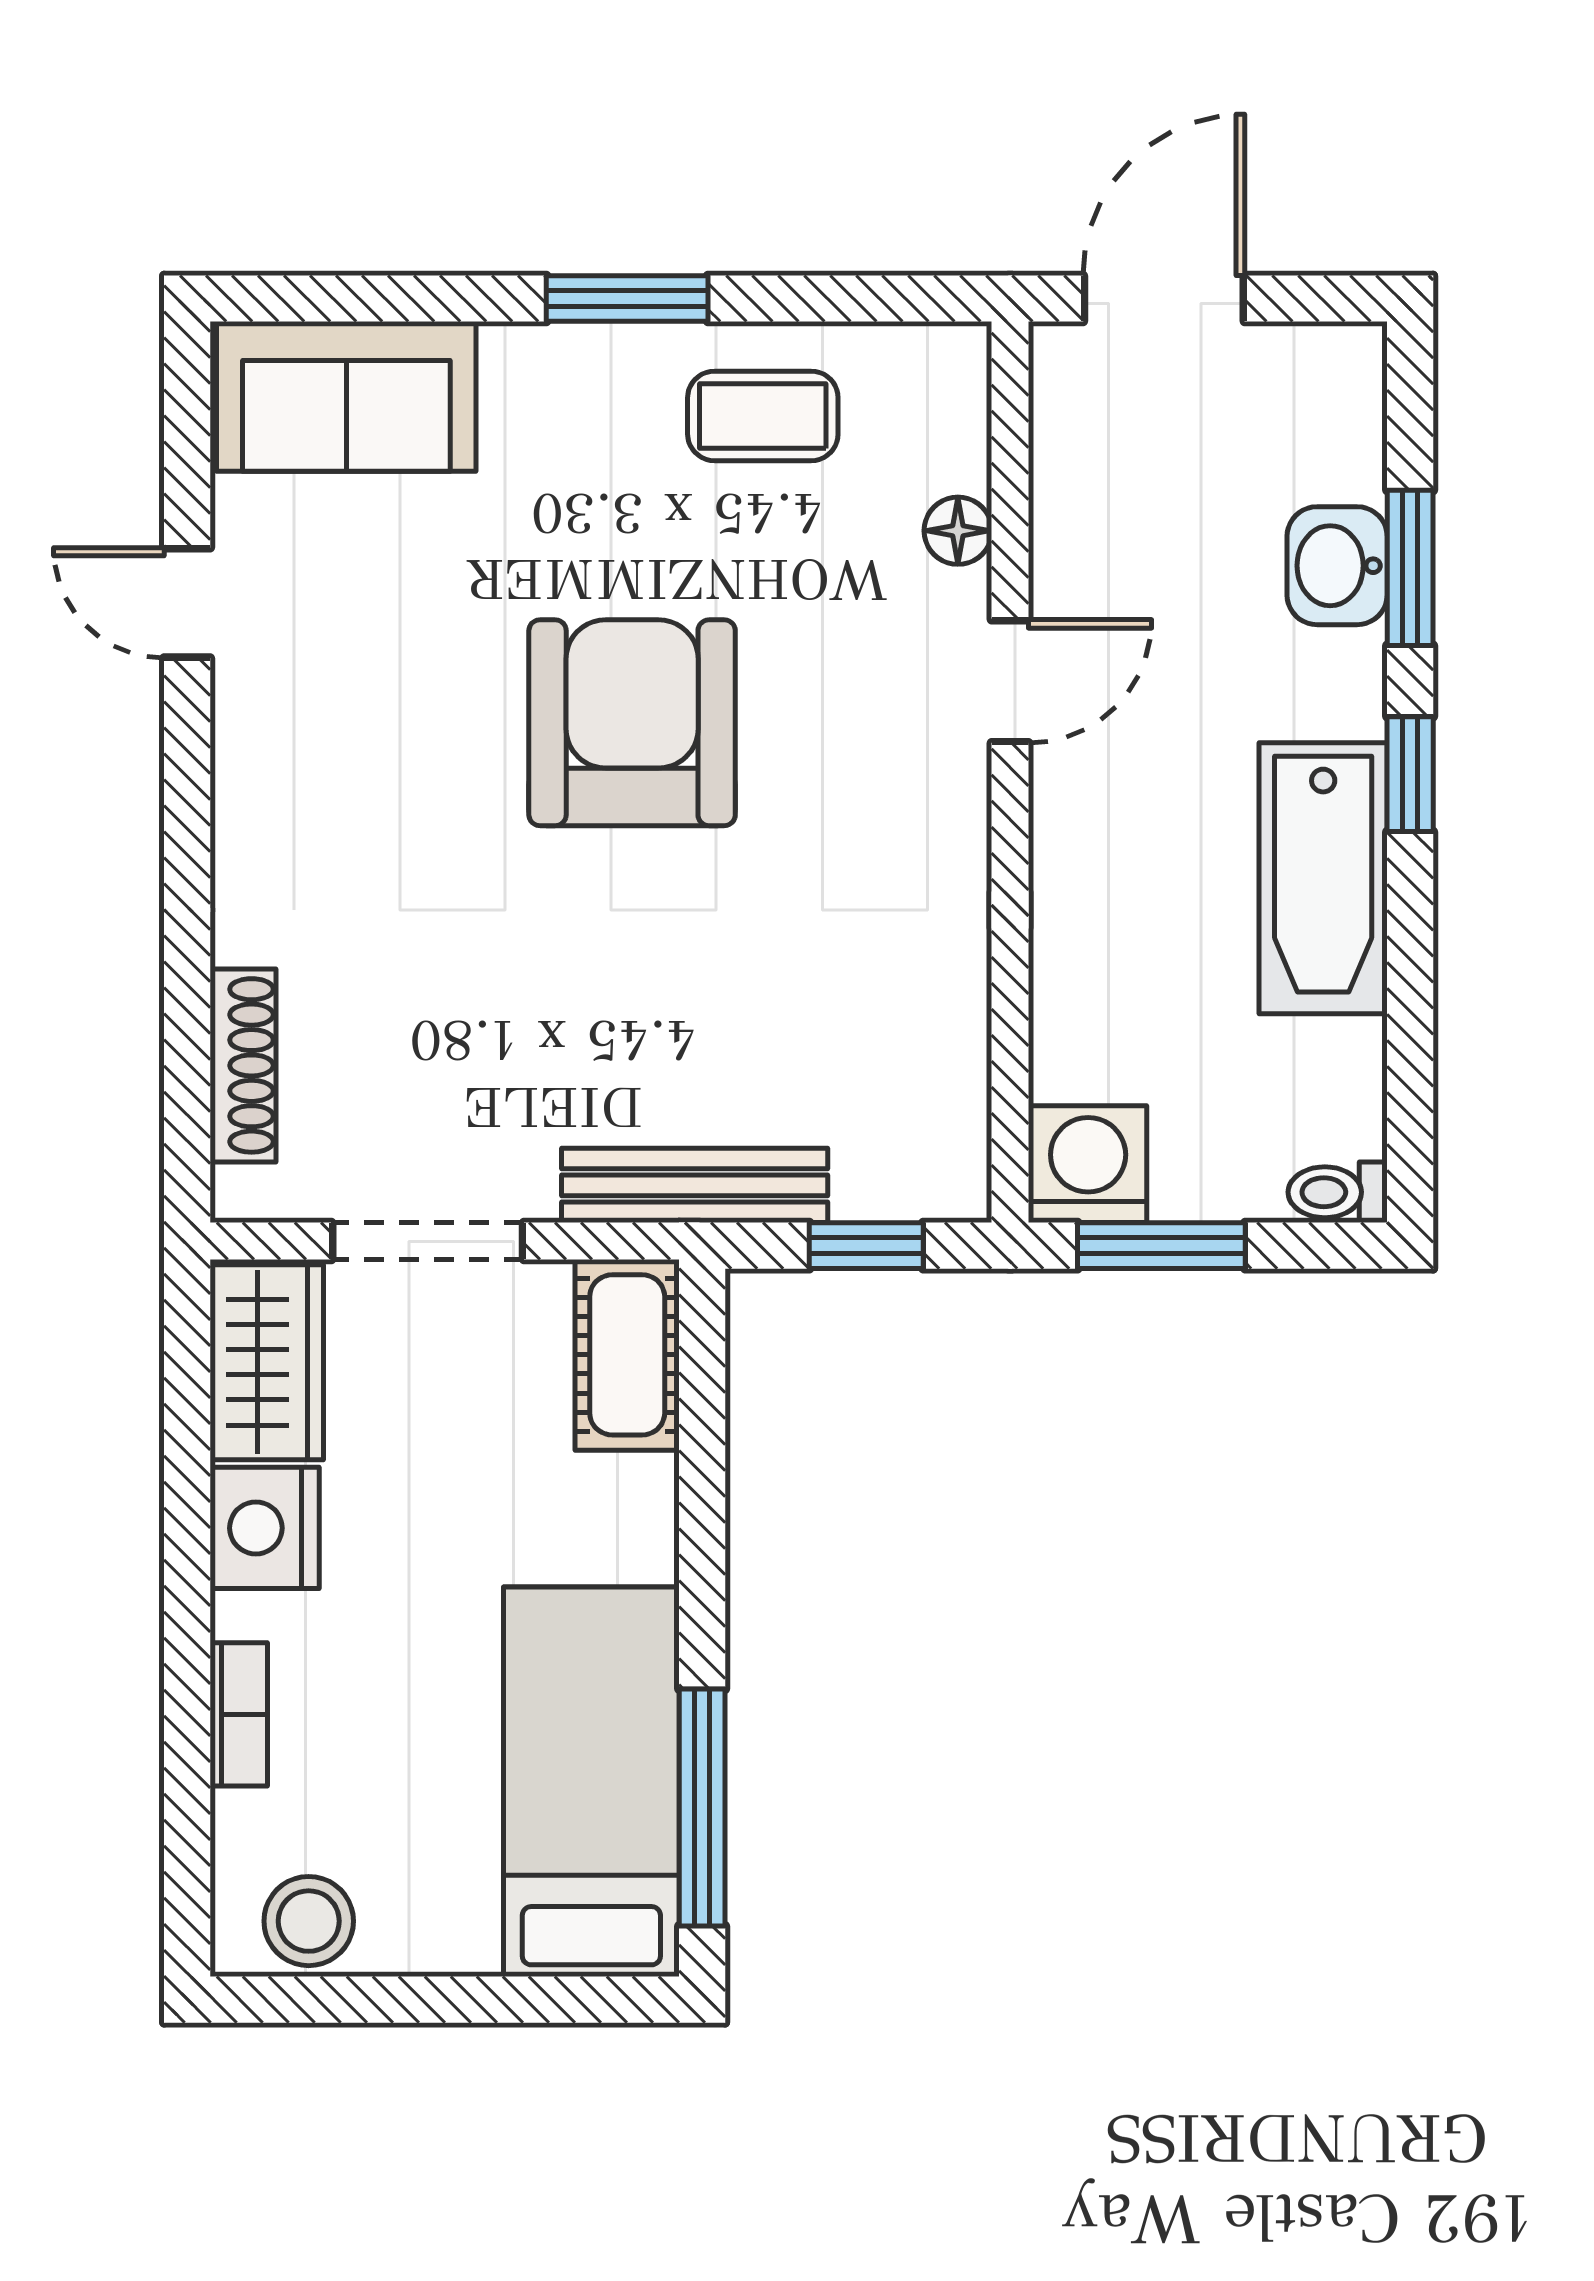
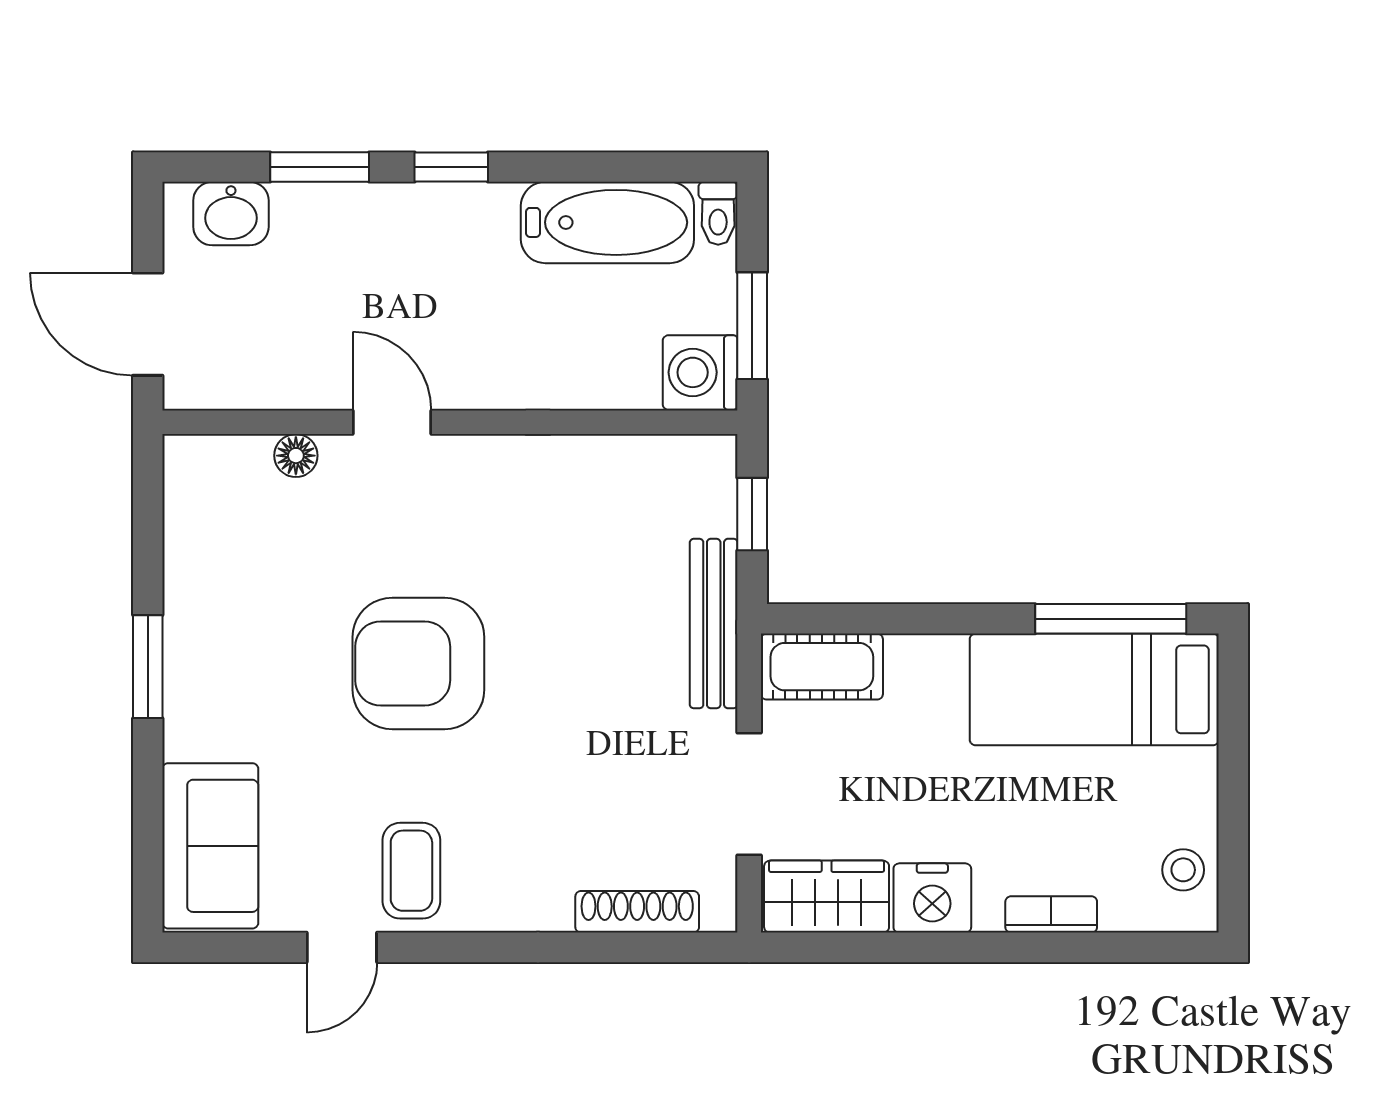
coffee table: (763, 416) -> (411, 871), moved
washbasin: (1337, 566) -> (231, 214), moved
bathtub: (1323, 878) -> (607, 222), moved
stool: (309, 1921) -> (1183, 870), width x0.73, depth x0.73

